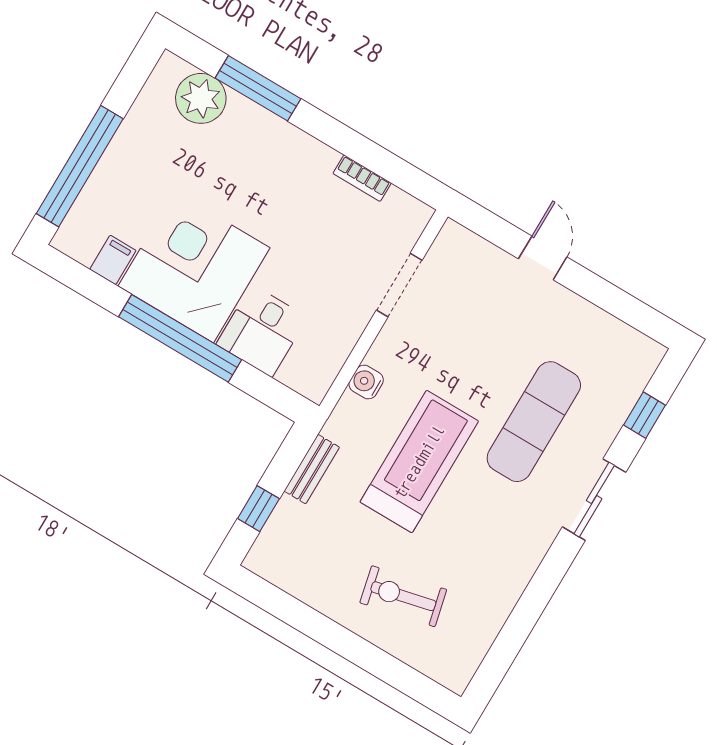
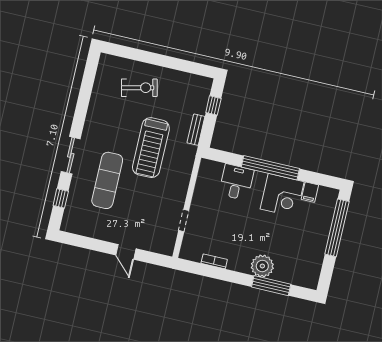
plant: (201, 98) -> (262, 266), moved
corner desk: (194, 267) -> (282, 195), width x0.74, depth x0.74
doorway: (399, 285) -> (184, 221), width x0.73
water cooler: (366, 382) -> (185, 174), removed

